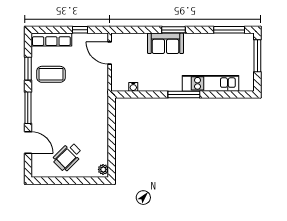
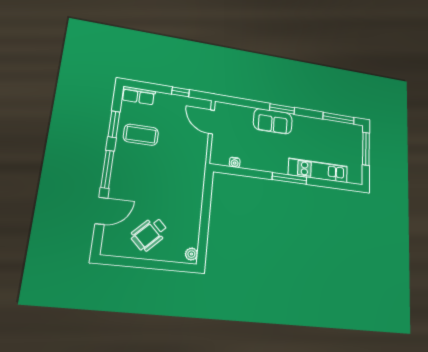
row of seats: (51, 40) -> (139, 96), width x0.68
door: (28, 142) -> (101, 211), hinge flipped

